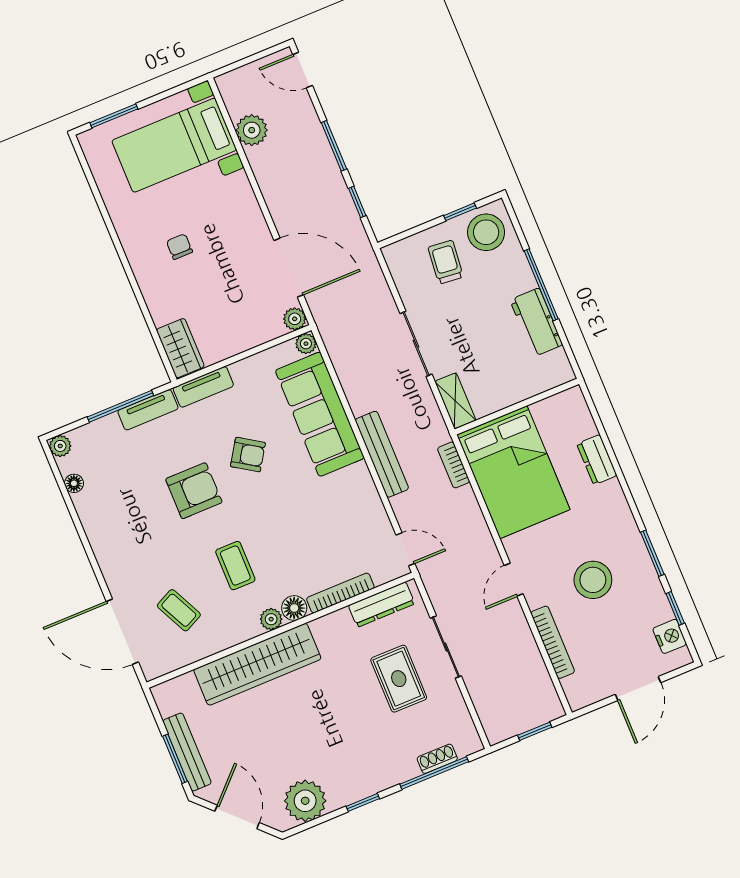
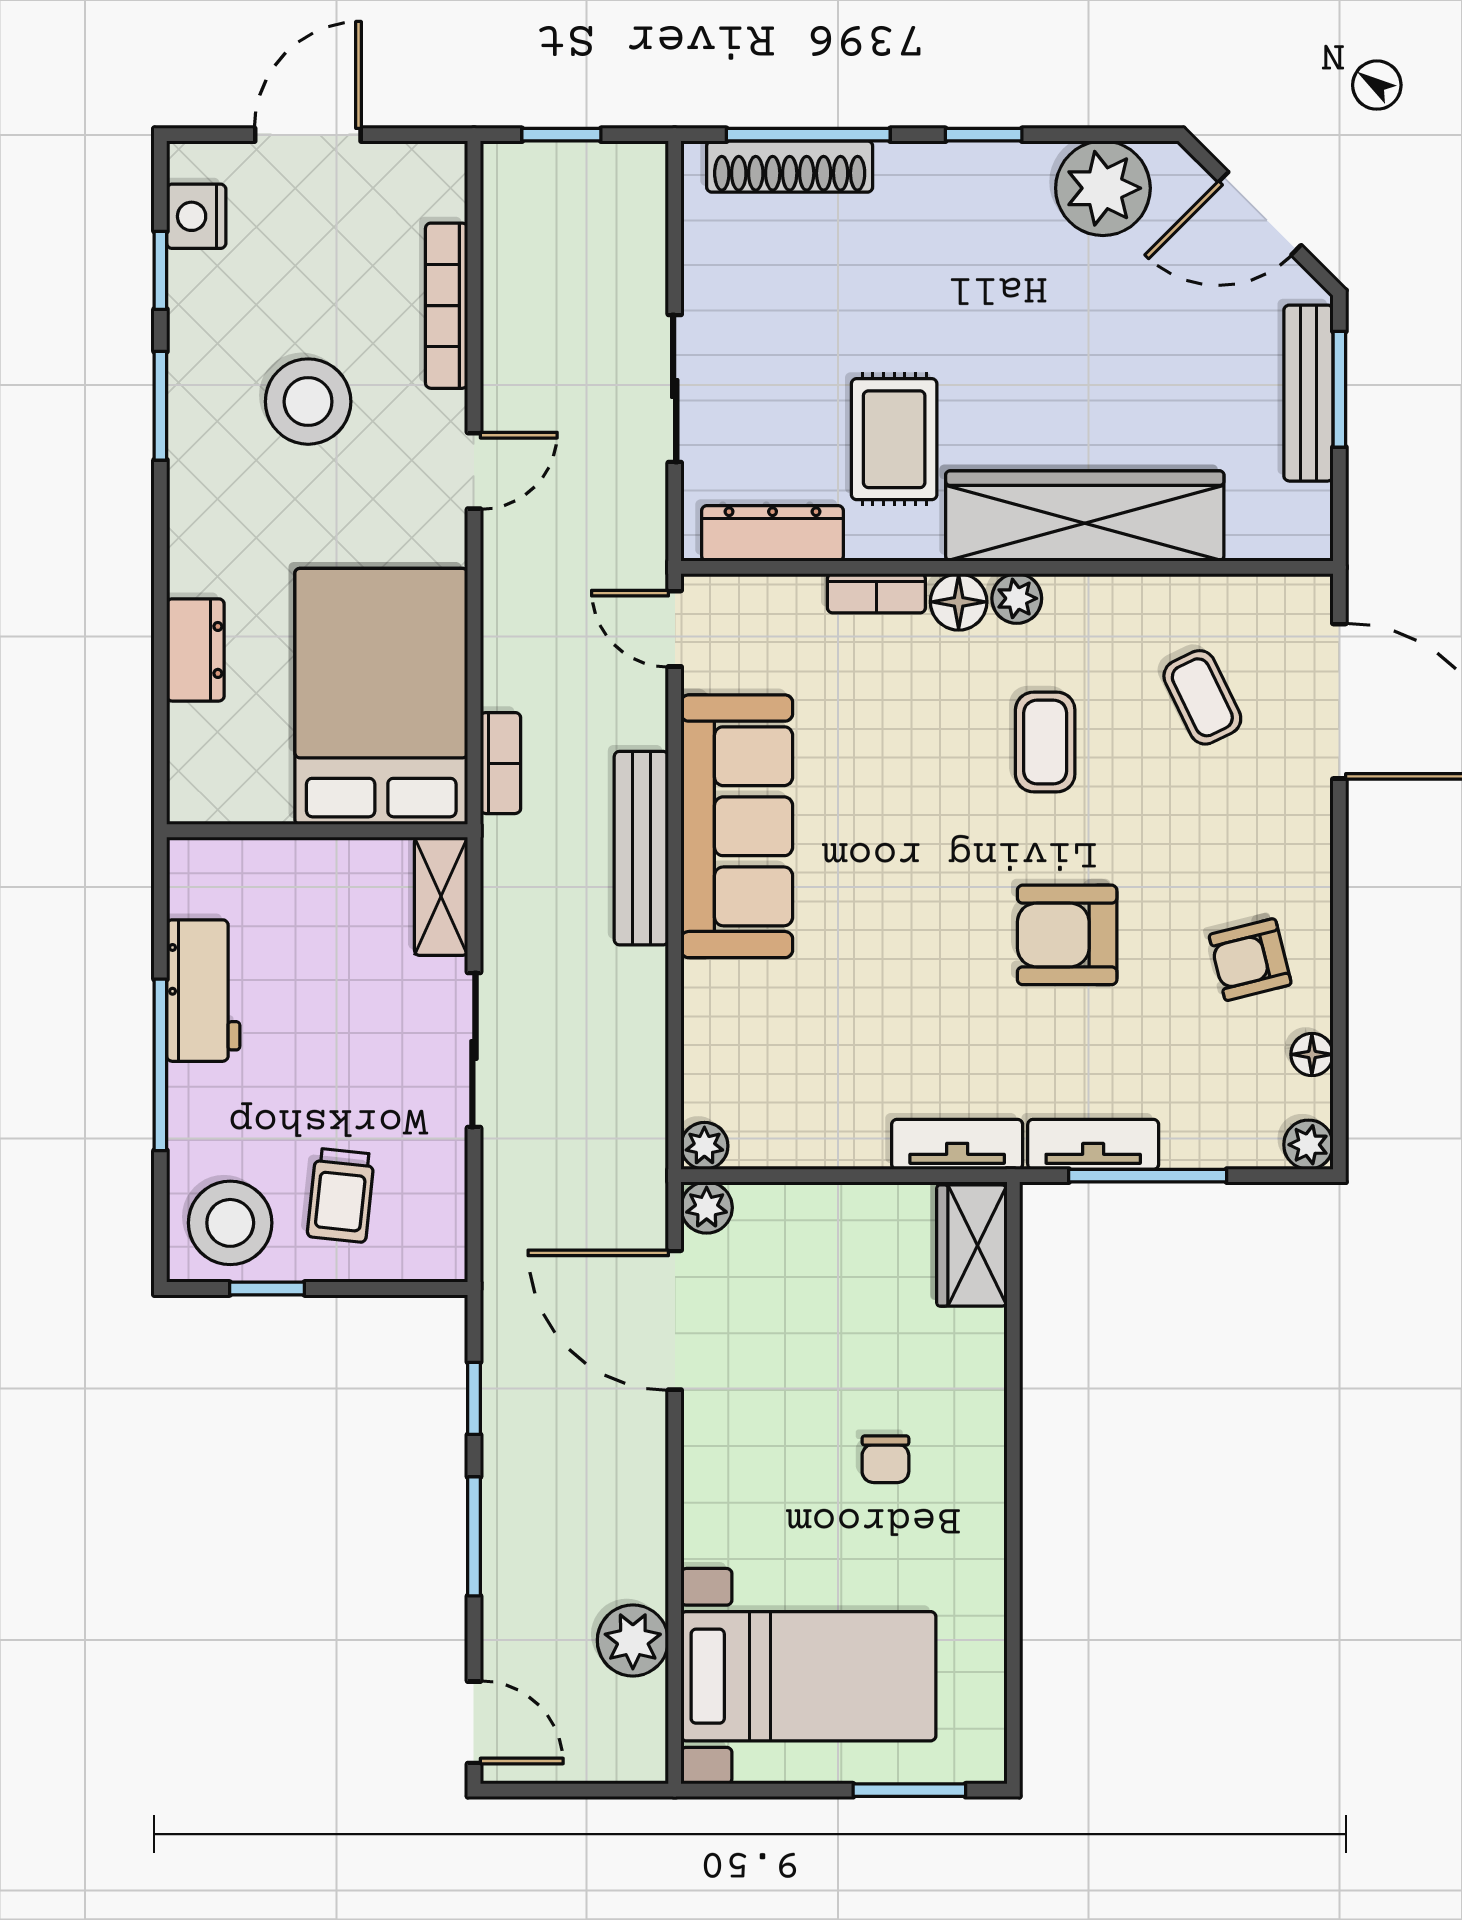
sofa: (320, 414) -> (737, 826), moved
armchair: (248, 455) -> (1250, 960), moved, turned -47
bookcase: (340, 593) -> (876, 593), width x0.64
rug: (399, 679) -> (894, 439), moved
shoe rack: (437, 759) -> (790, 167), width x1.94, depth x1.24
door: (237, 817) -> (1260, 213), hinge flipped

